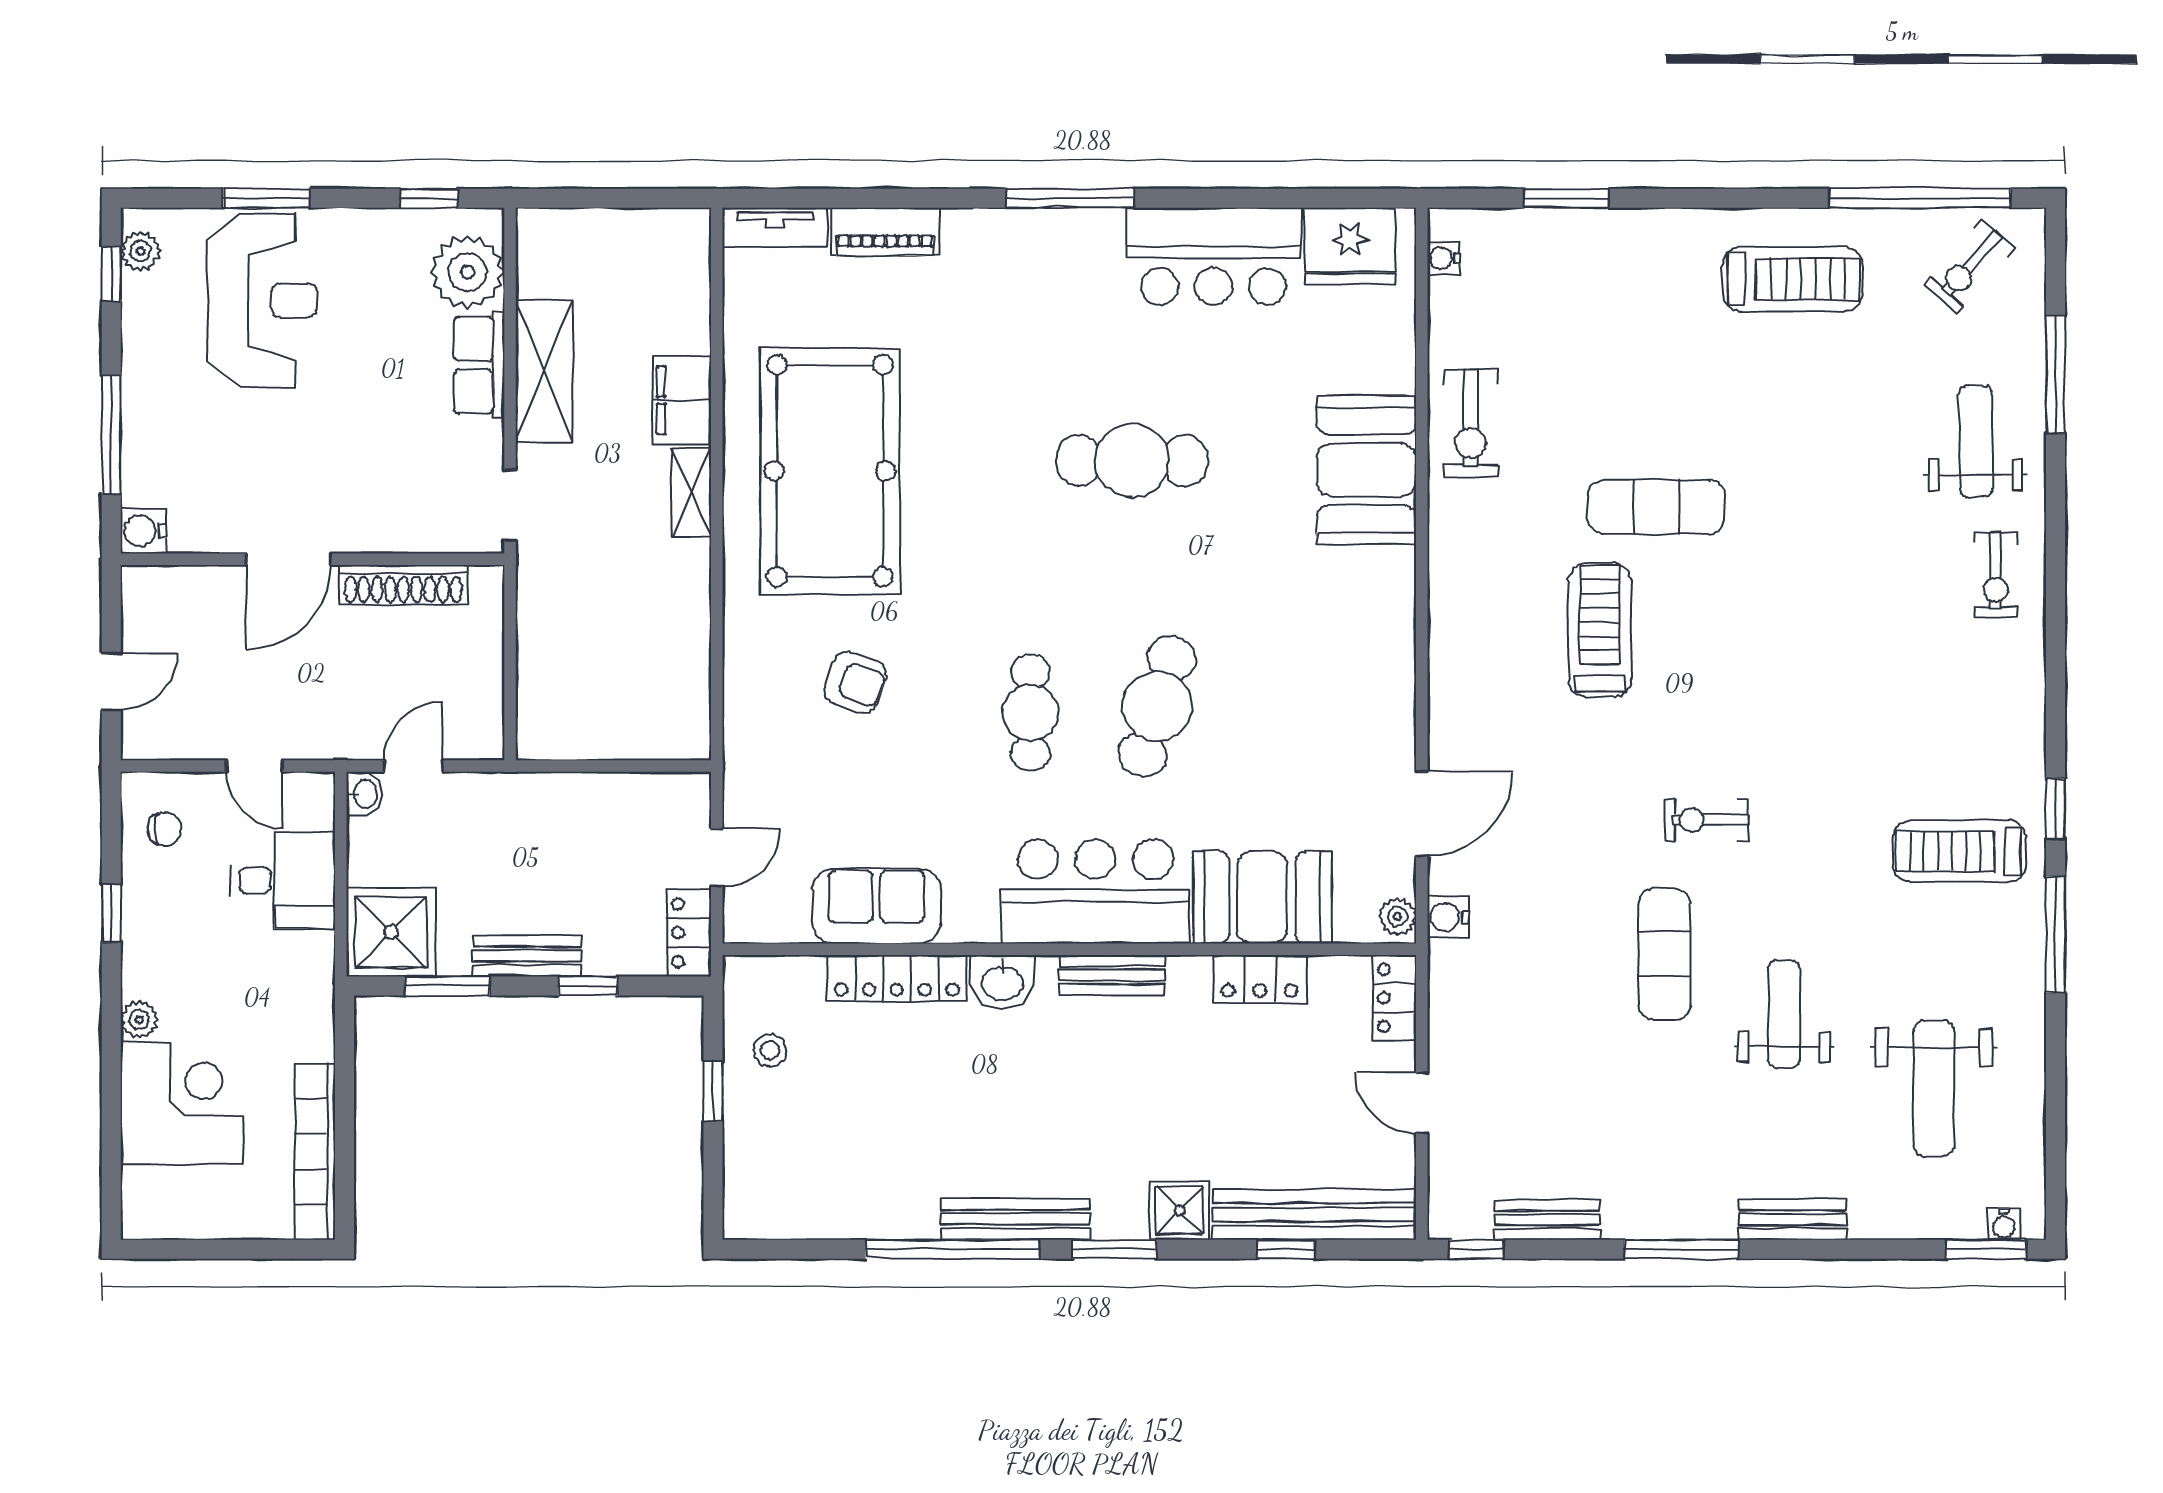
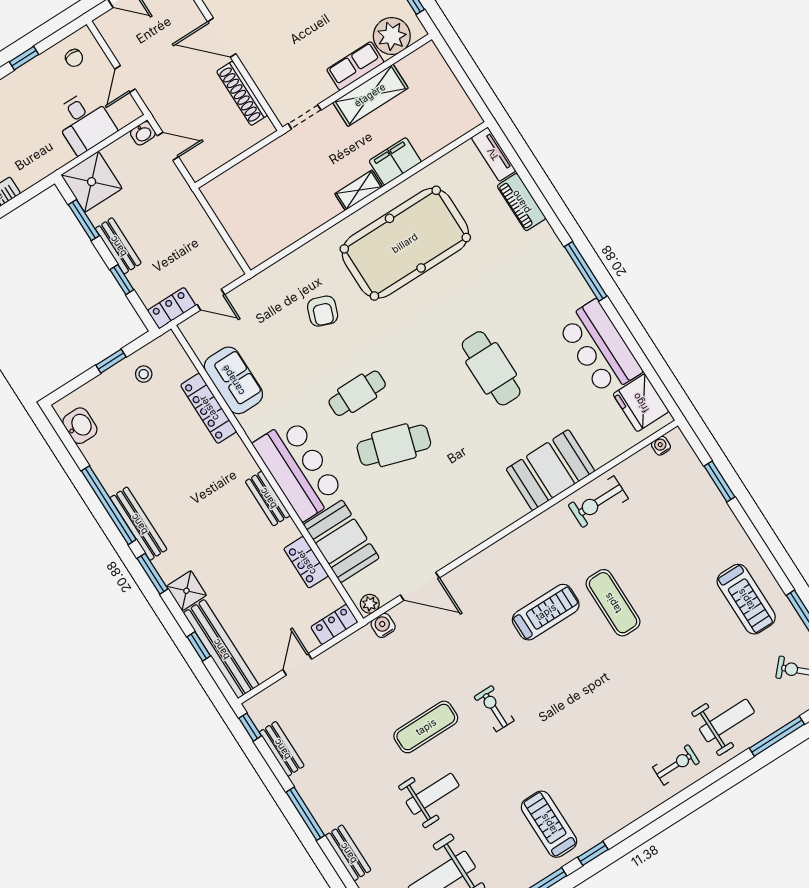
exercise bike: (1996, 574) -> (676, 765), turned 180
washbasin: (1002, 982) -> (80, 426), moved, turned 180

